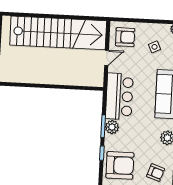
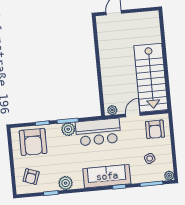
stairs: (58, 33) -> (151, 78), width x0.73
door: (107, 58) -> (133, 115), swing flipped
plant: (99, 78) -> (112, 110), added

